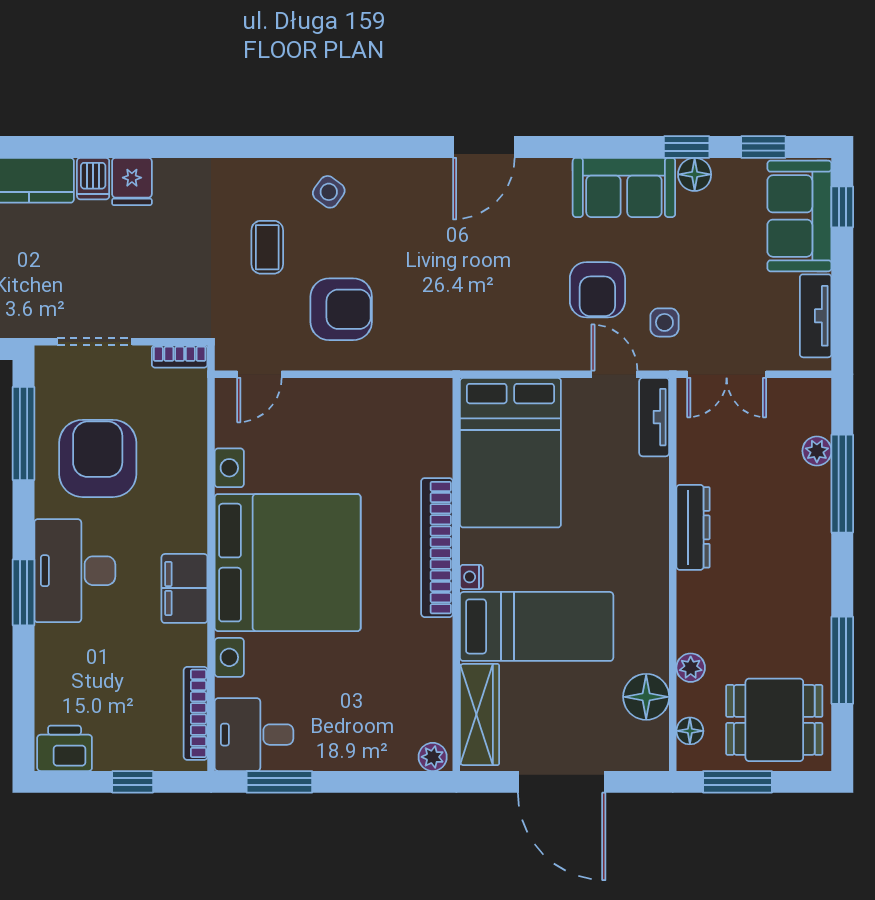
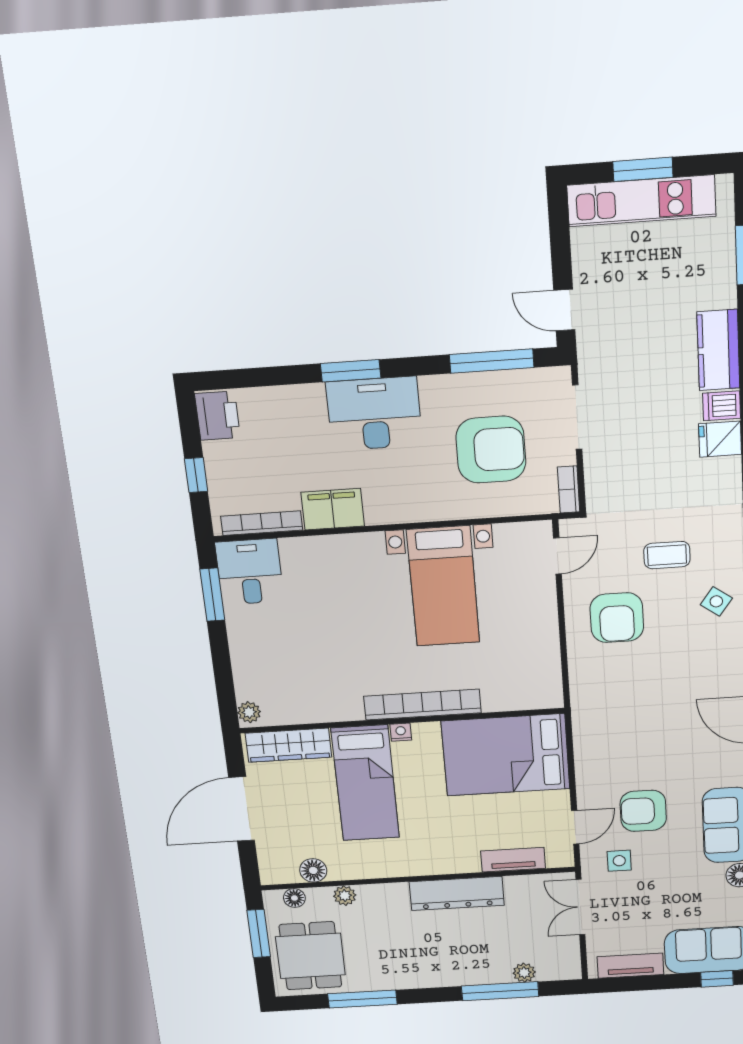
door: (259, 374) -> (557, 556), swing flipped
tv unit: (654, 417) -> (513, 860), moved
armchair: (98, 458) -> (491, 450), moved
dresser: (693, 527) -> (457, 894), width x1.37, depth x1.24
bed with nightstands: (288, 563) -> (443, 586), width x0.54
filing cabinet: (184, 588) -> (333, 509), moved
floor lamp: (646, 697) -> (313, 870), width x0.73, depth x0.73

